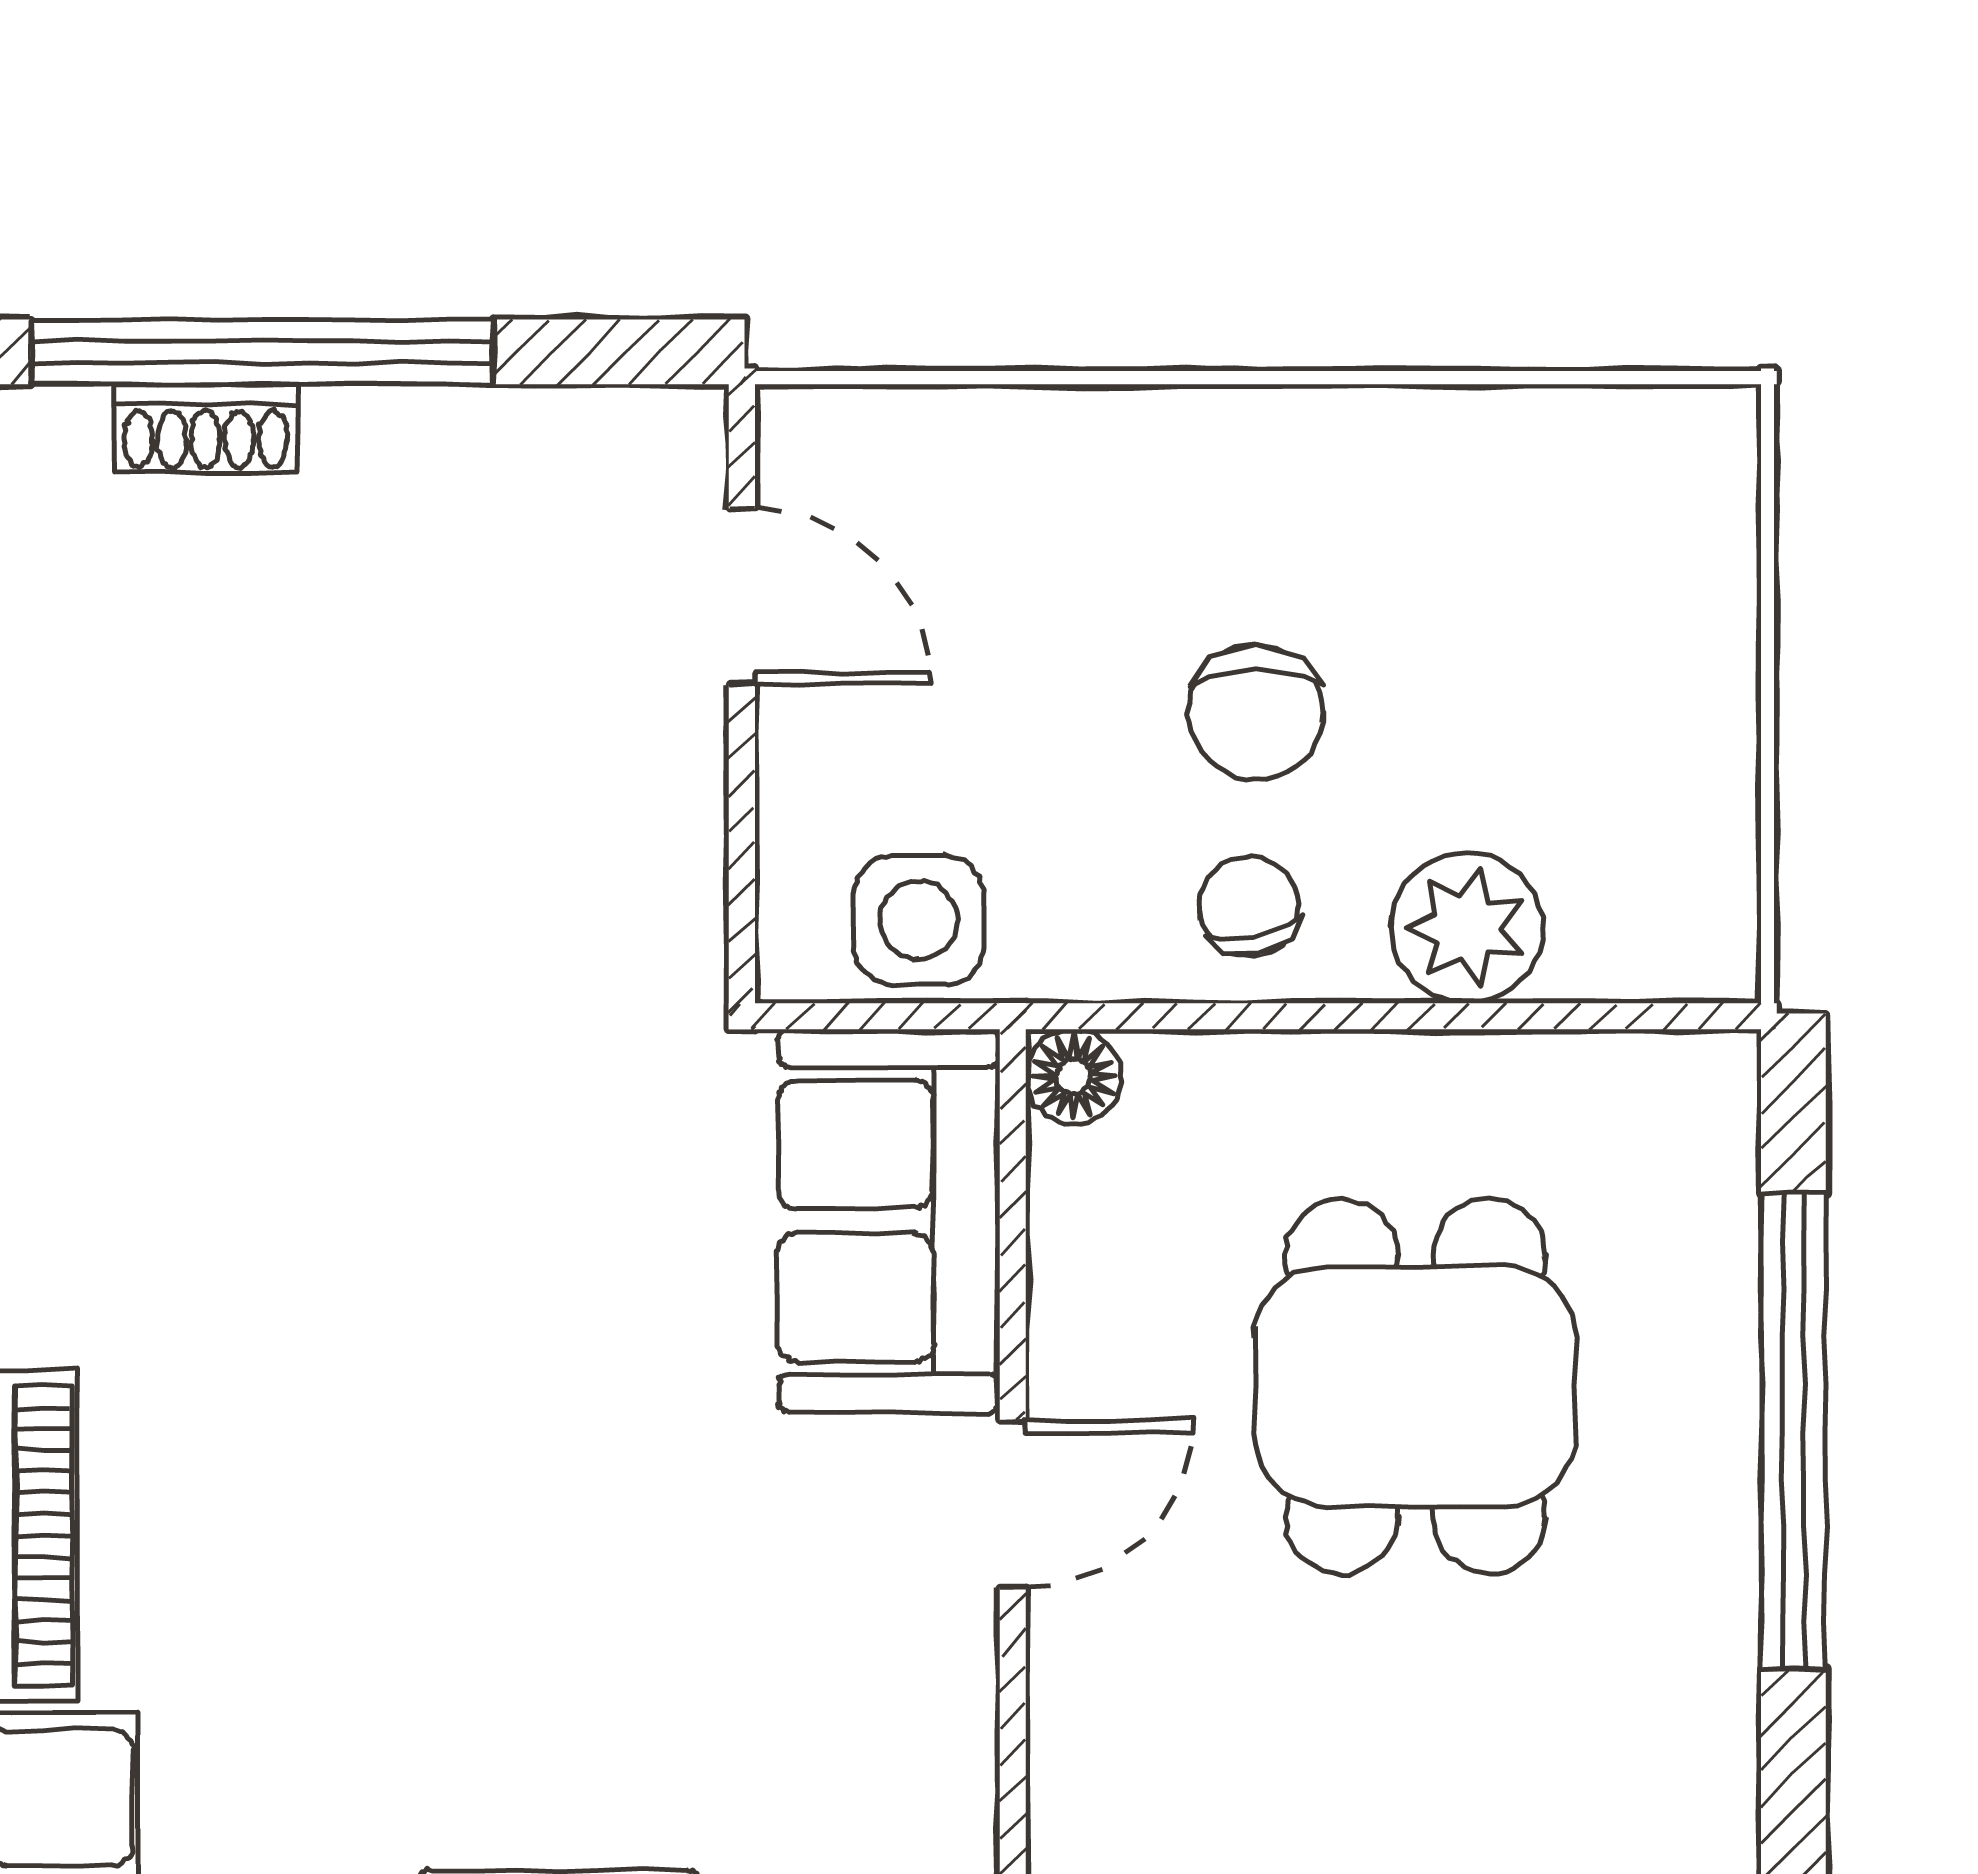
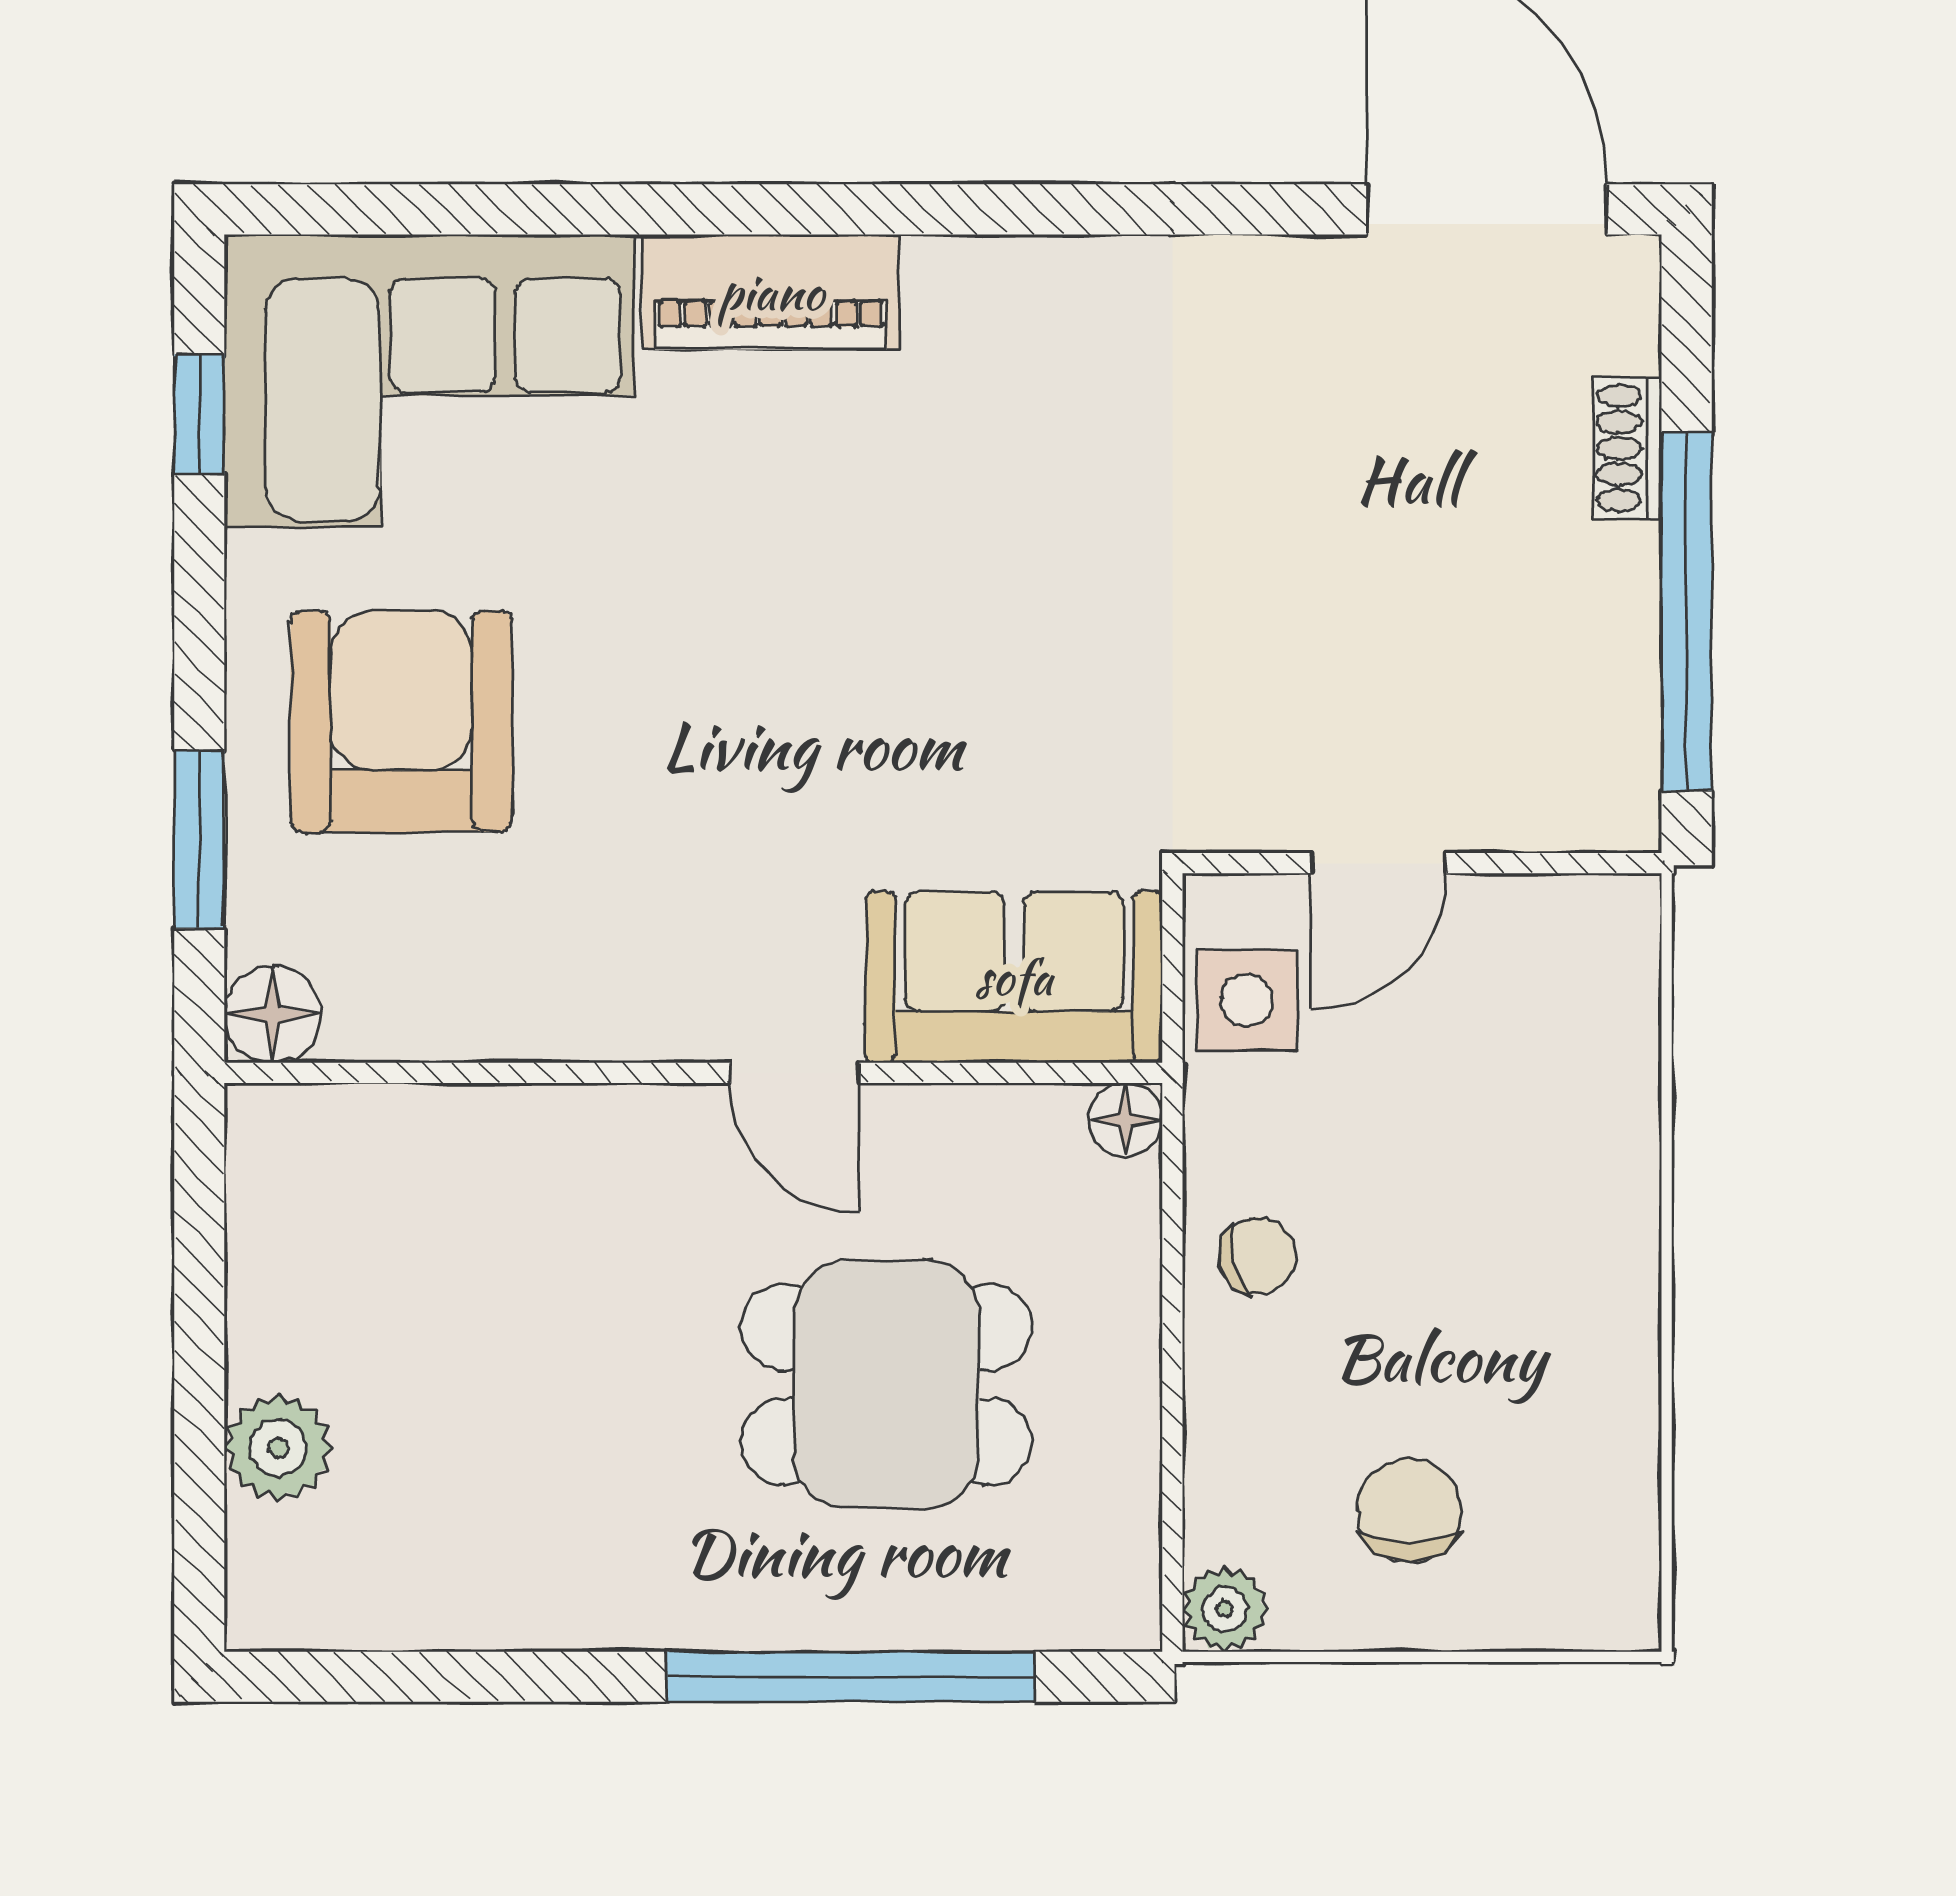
window: (262, 352) -> (1687, 612), moved
door: (742, 596) -> (1378, 863), moved
chair: (1256, 712) -> (1409, 1511), moved, turned 90
plant: (1467, 928) -> (1225, 1609), moved, width x0.73, depth x0.73

